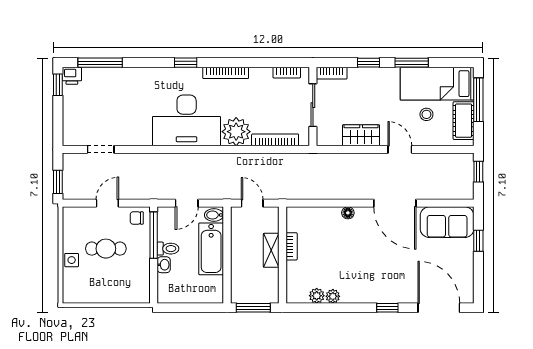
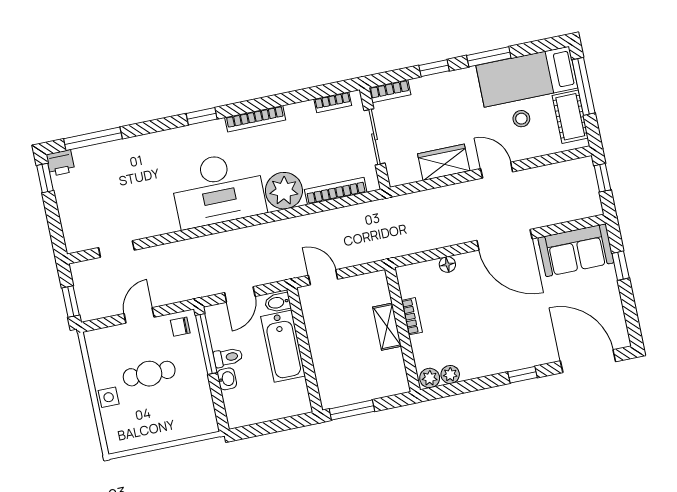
bookcase: (292, 246) -> (412, 316), moved
shelving: (271, 250) -> (387, 327), moved
wall: (282, 255) -> (403, 330), moved

